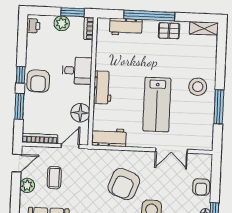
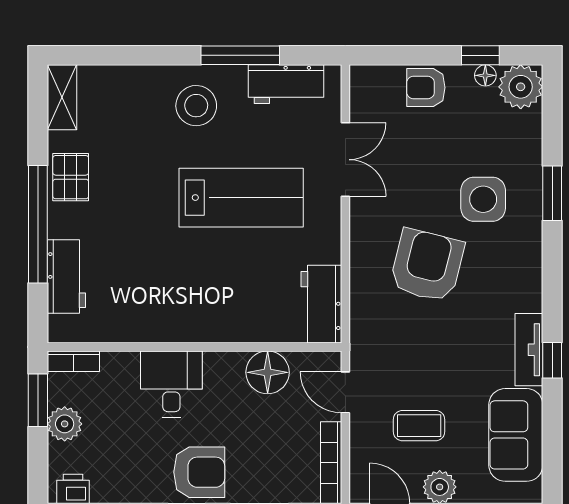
workbench: (103, 87) -> (286, 84), moved, turned 180
armchair: (124, 184) -> (427, 265), turned -97
armchair: (201, 187) -> (426, 88), turned 180

